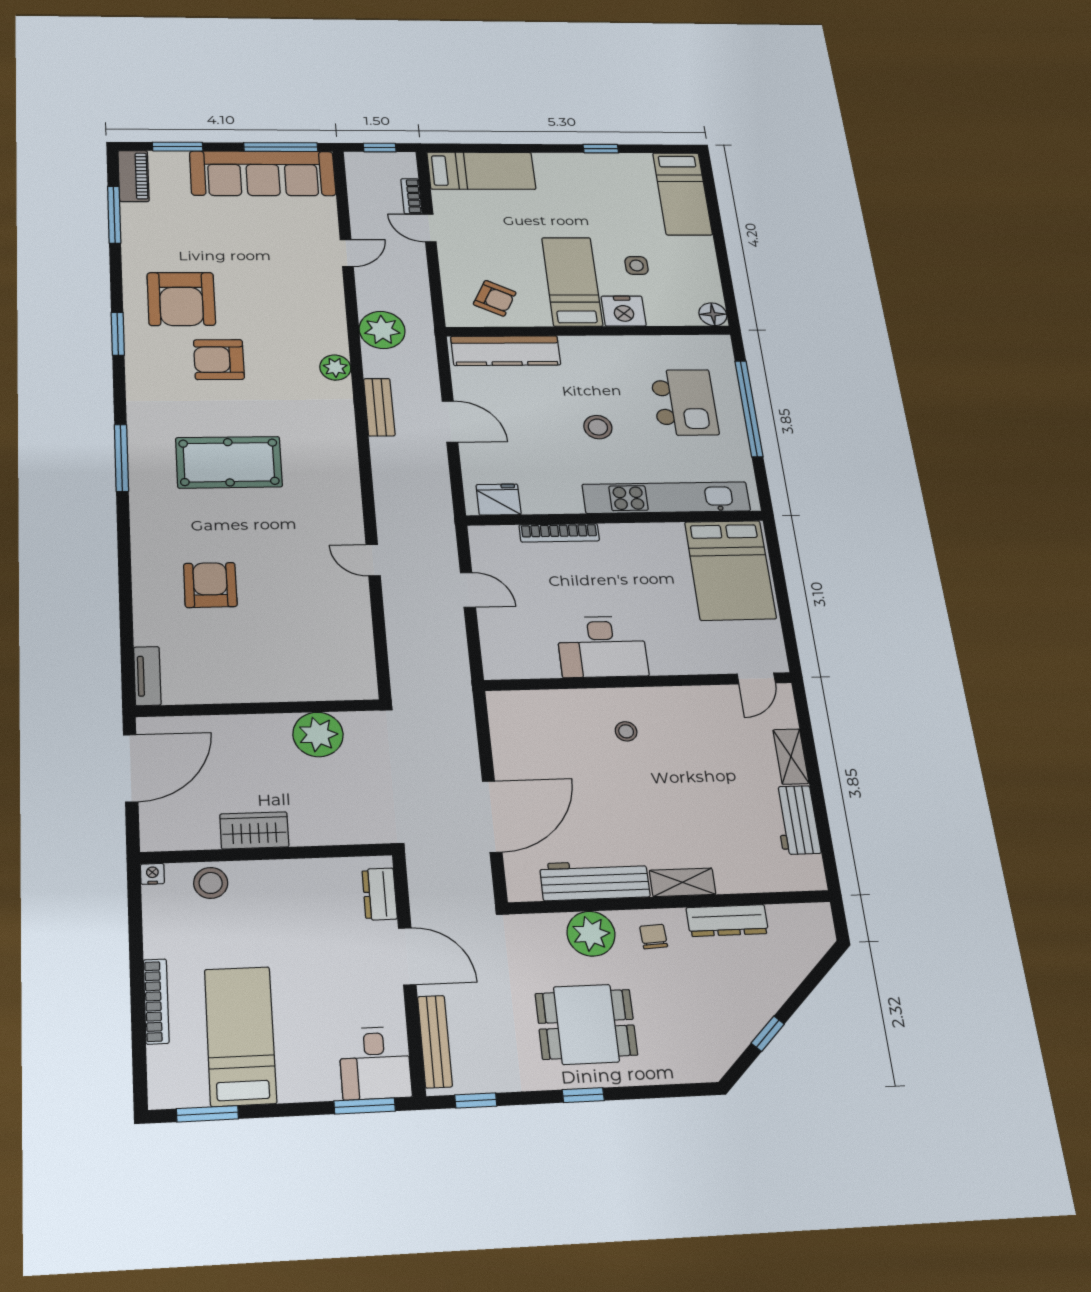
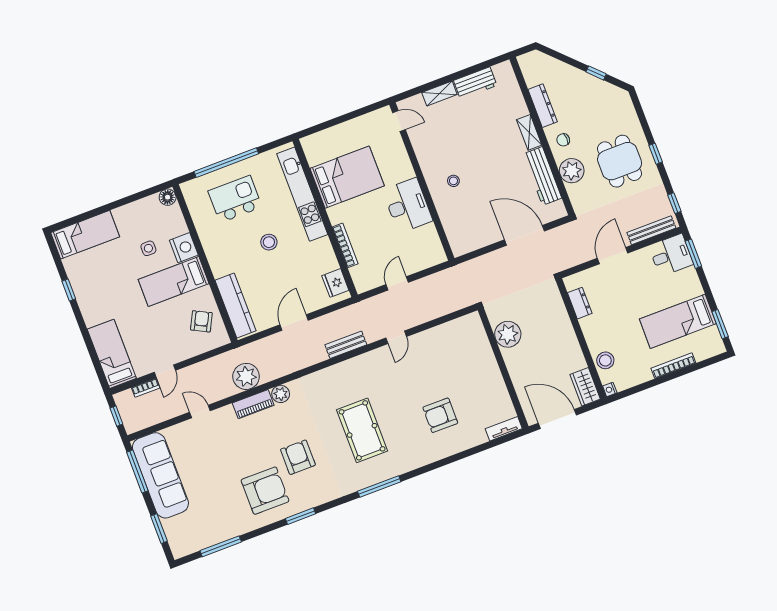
piano: (133, 176) -> (253, 404), moved, turned 180
armchair: (219, 360) -> (298, 457), turned 180
bench: (379, 407) -> (346, 345), moved
bed: (730, 570) -> (347, 177), moved
wardrobe: (254, 830) -> (585, 387), moved
dresser: (380, 894) -> (580, 303), moved, turned -90

